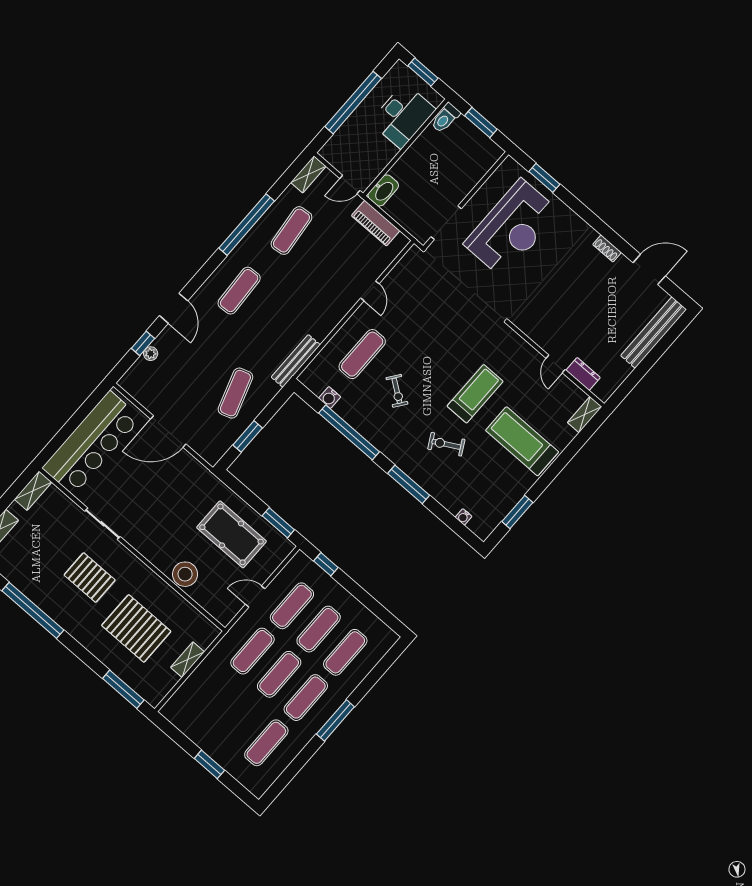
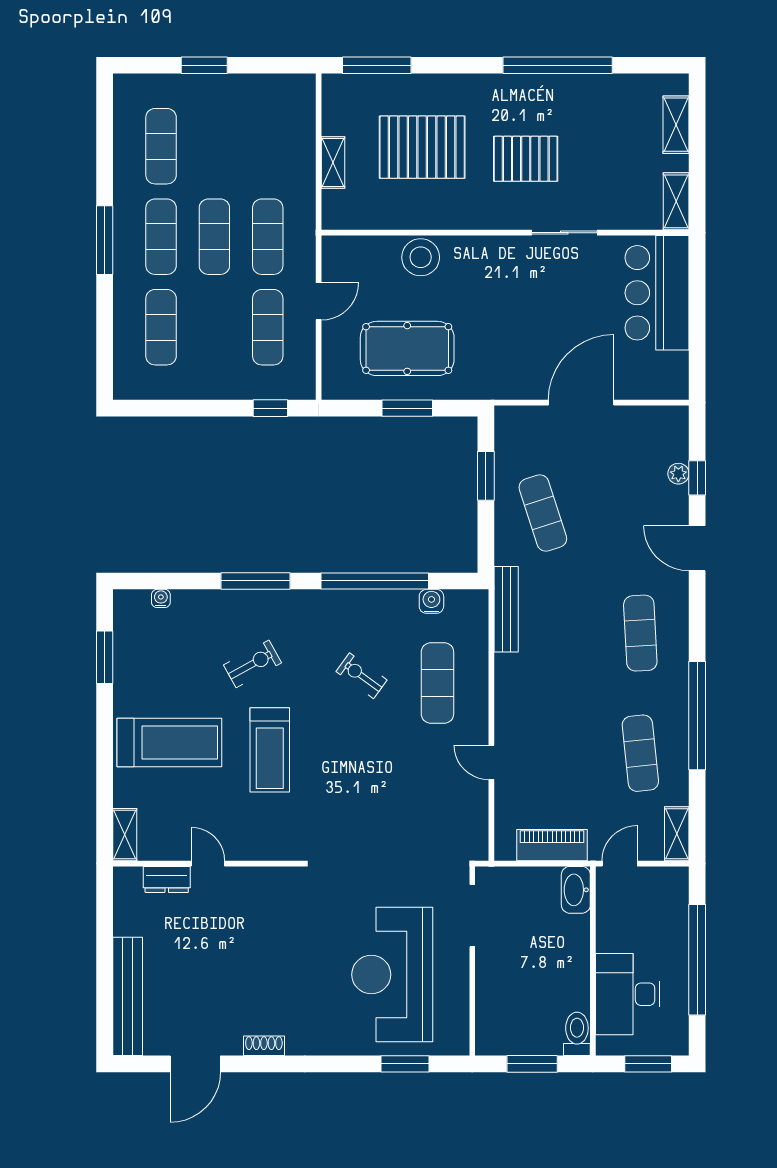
bar counter: (91, 443) -> (657, 293), width x0.73
window: (278, 523) -> (407, 408), moved
exercise mat: (319, 629) -> (214, 327), removed

